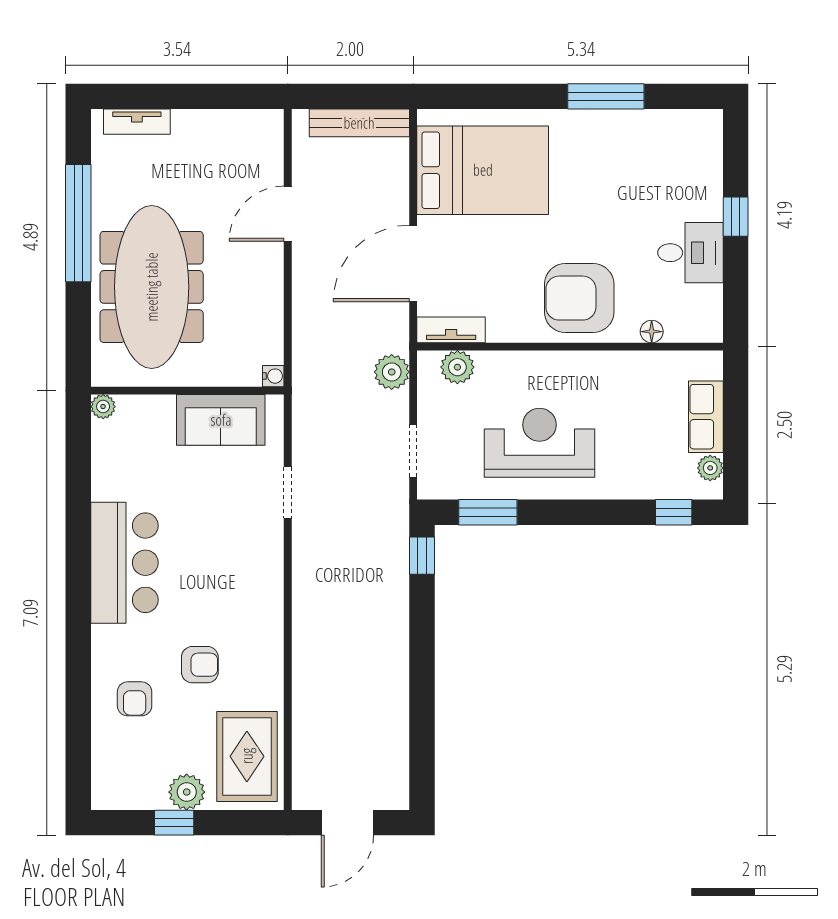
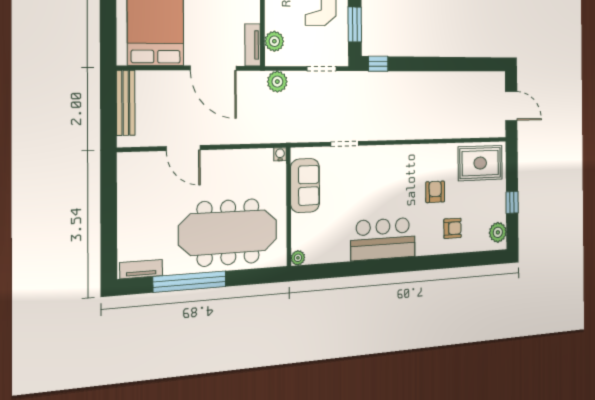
tv unit: (137, 122) -> (141, 269), moved, turned -90
plant: (187, 792) -> (498, 232), moved

